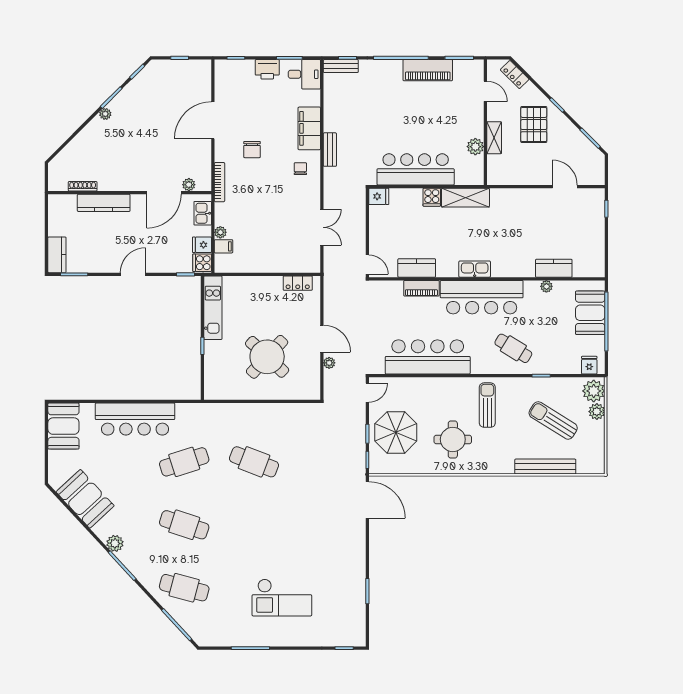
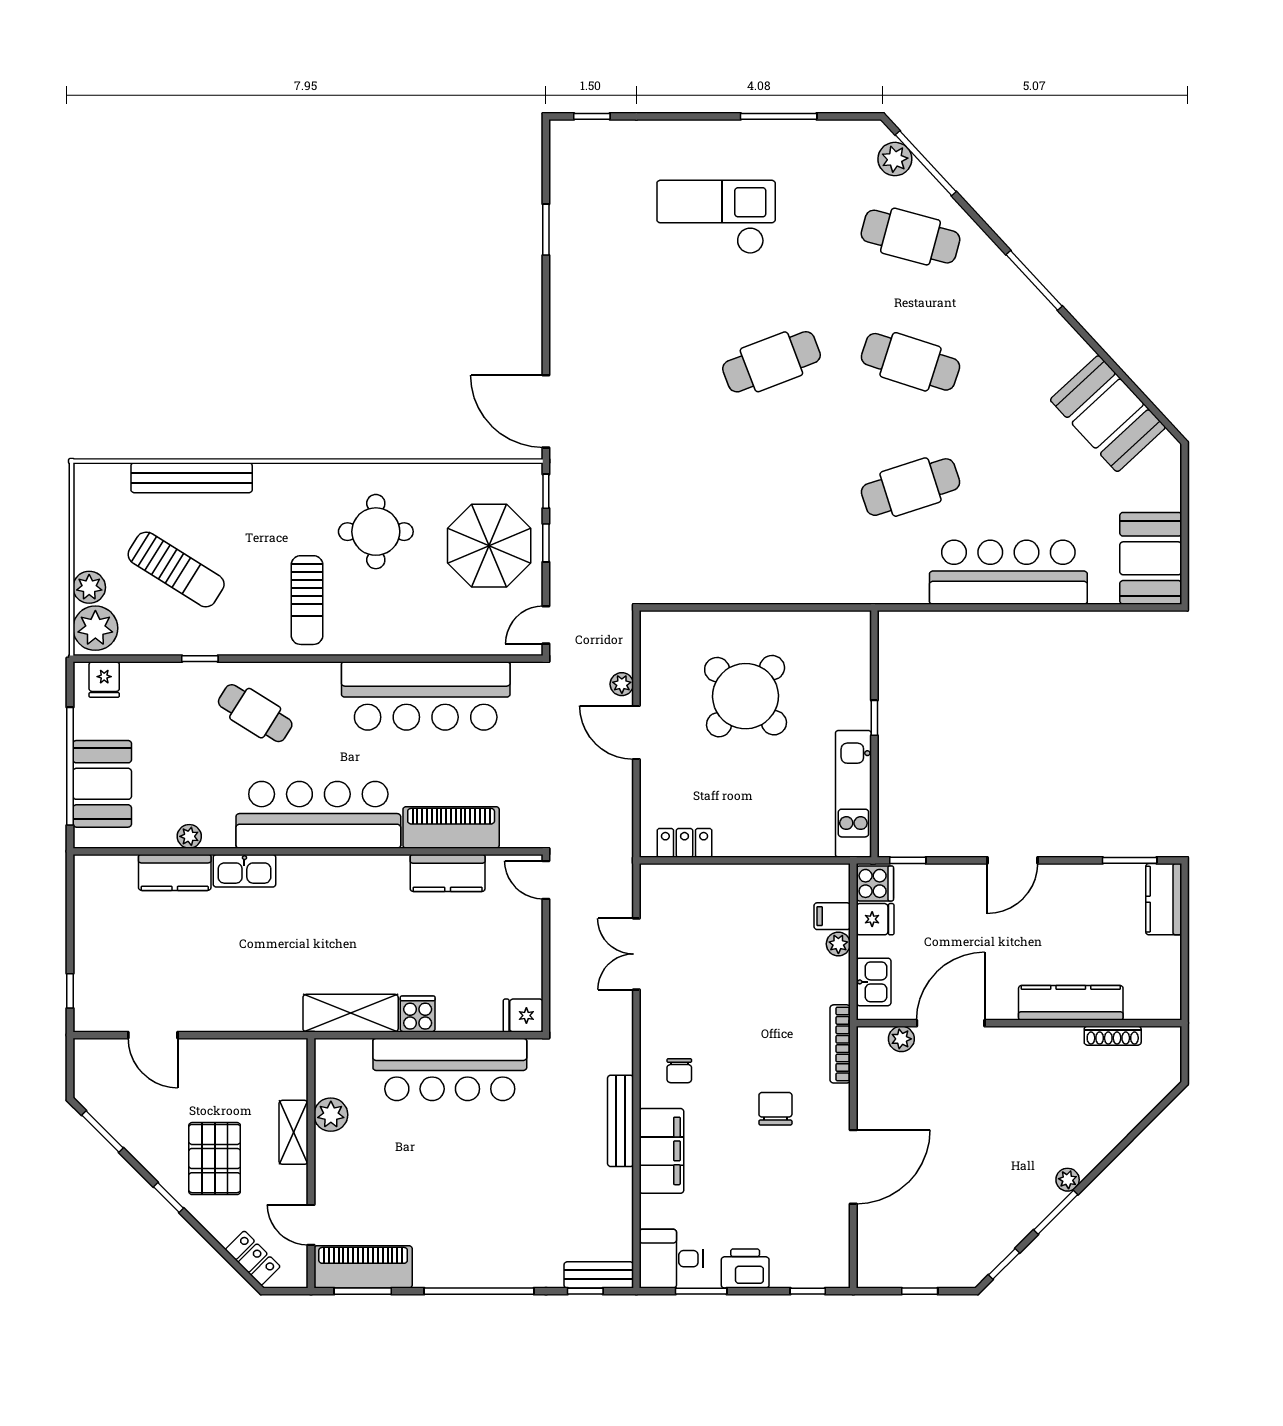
piano: (428, 70) -> (363, 1267), moved
bench: (330, 150) -> (621, 1121), width x1.36
kitchen sink: (475, 269) -> (244, 871), moved
piano: (421, 288) -> (451, 827), width x1.37, depth x1.33
cafe table: (254, 462) -> (771, 362), moved, turned -42
plant: (115, 543) -> (895, 159), moved

